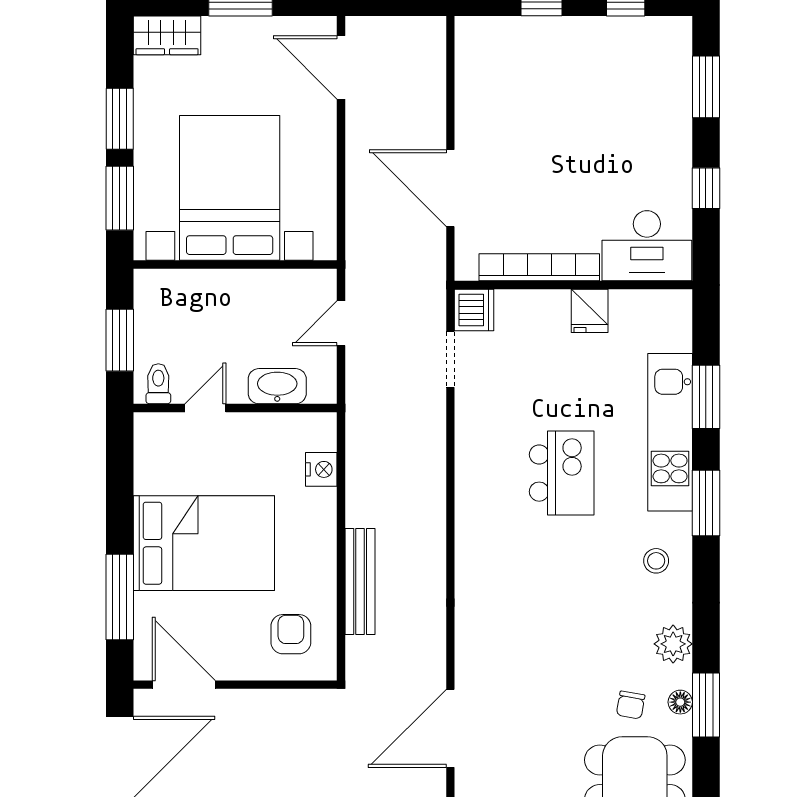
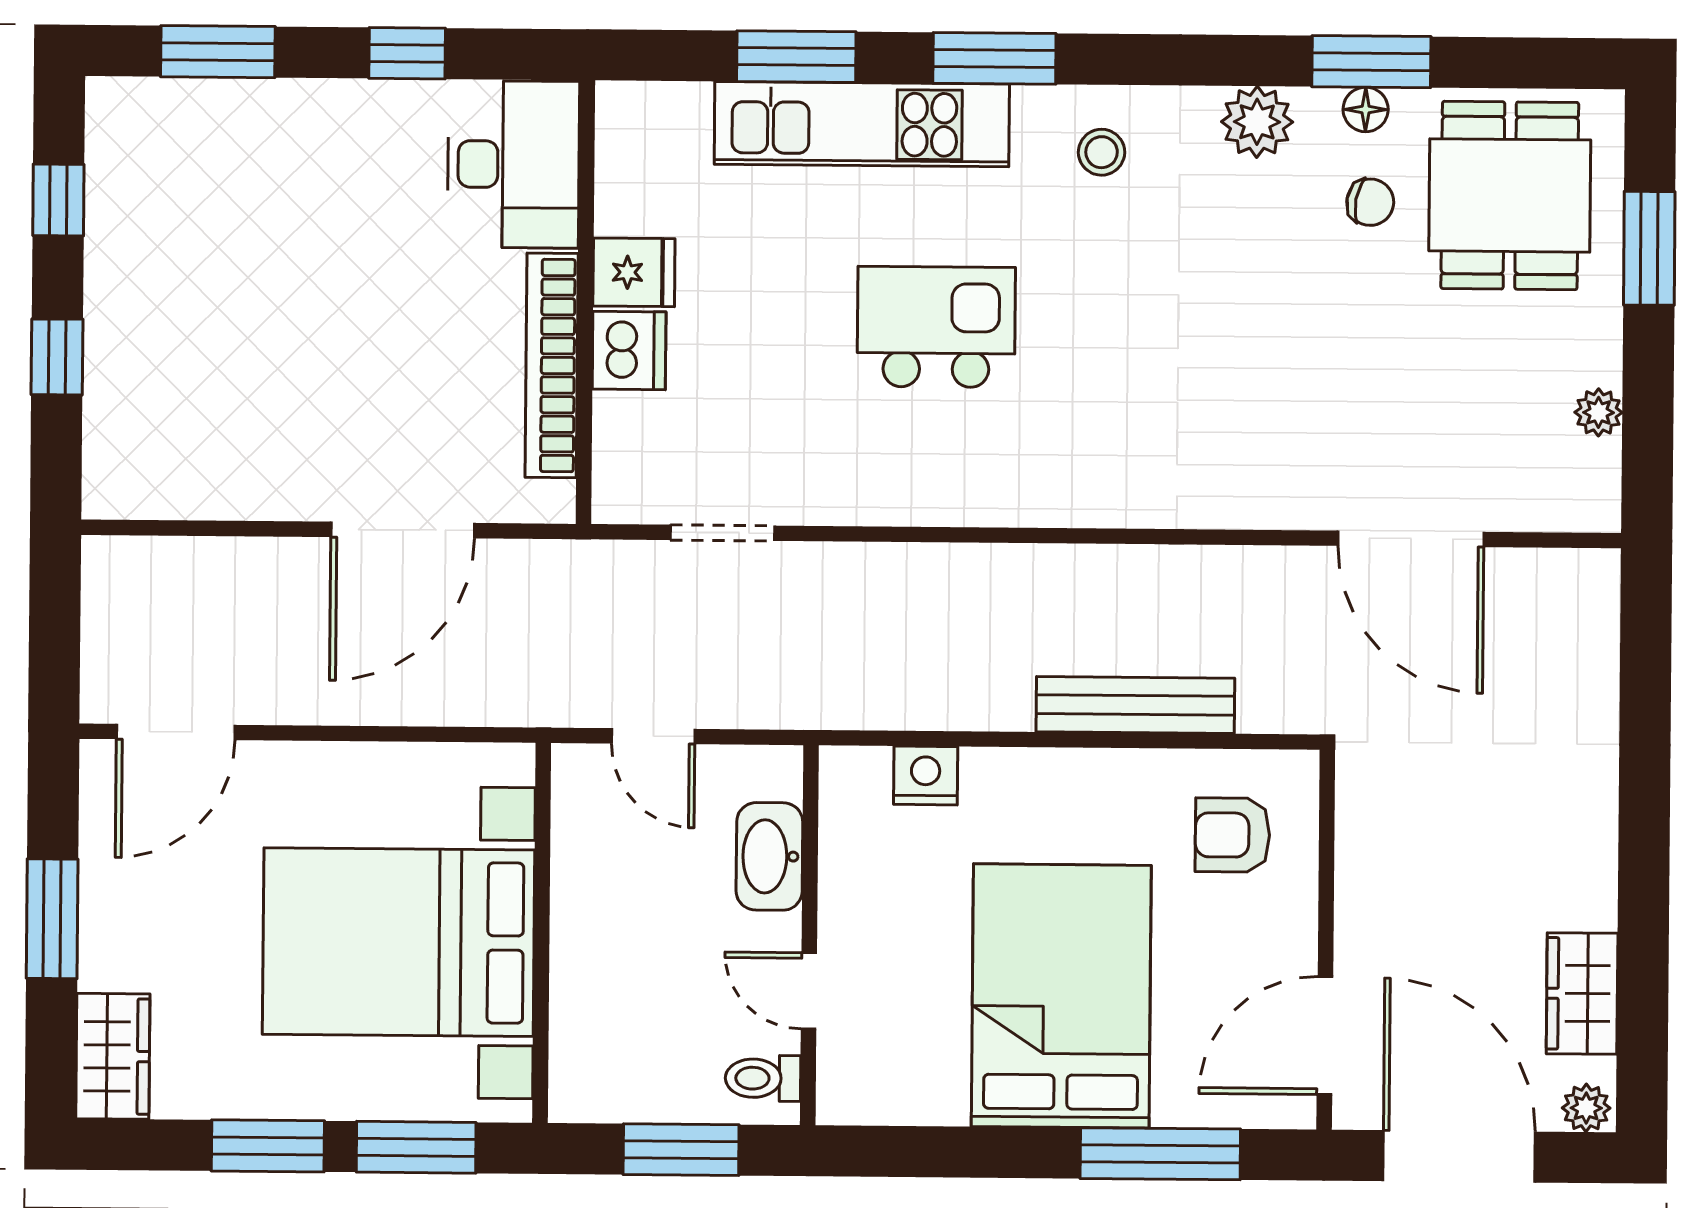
dishwasher: (474, 310) -> (629, 350), moved, turned 90

